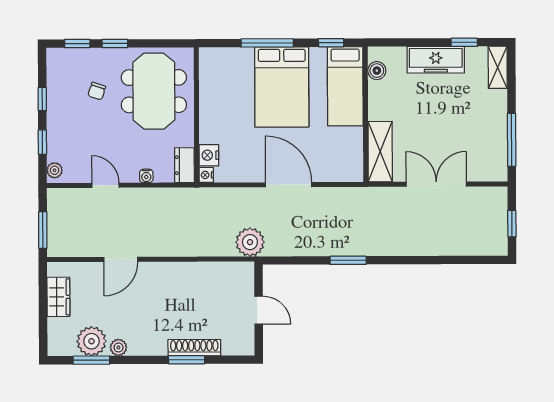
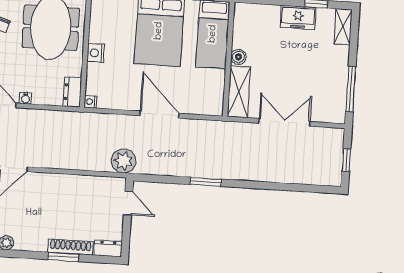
freezer: (436, 60) -> (298, 17), width x0.71
boiler: (377, 71) -> (238, 57), moved
nightstand: (209, 155) -> (96, 53), moved
water cooler: (146, 176) -> (25, 98), moved
door: (259, 310) -> (128, 203), moved
dresser: (238, 346) -> (108, 248), added

